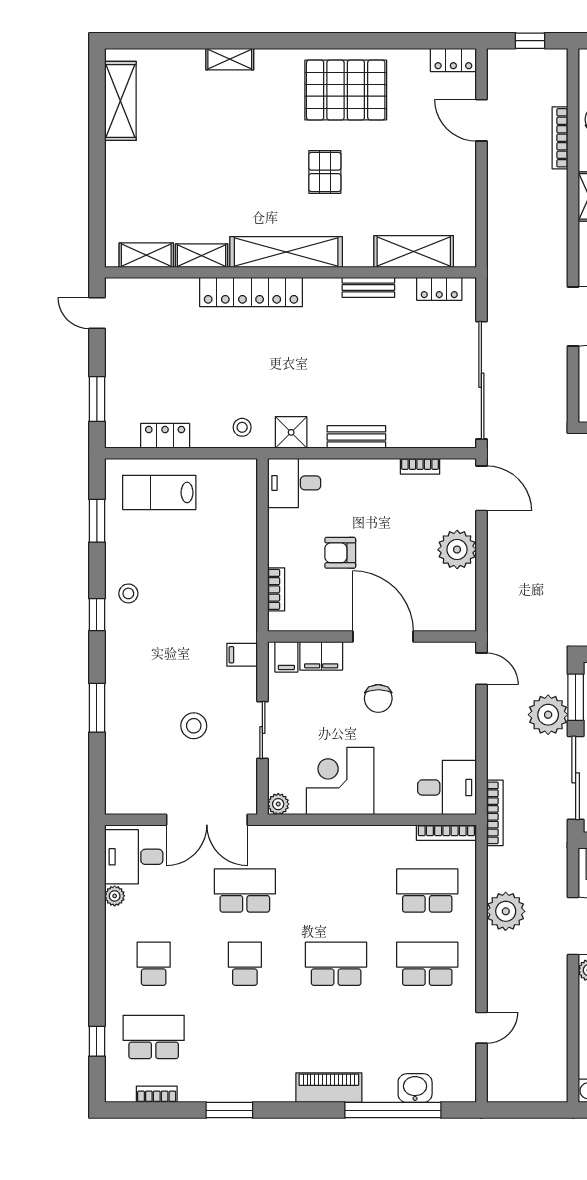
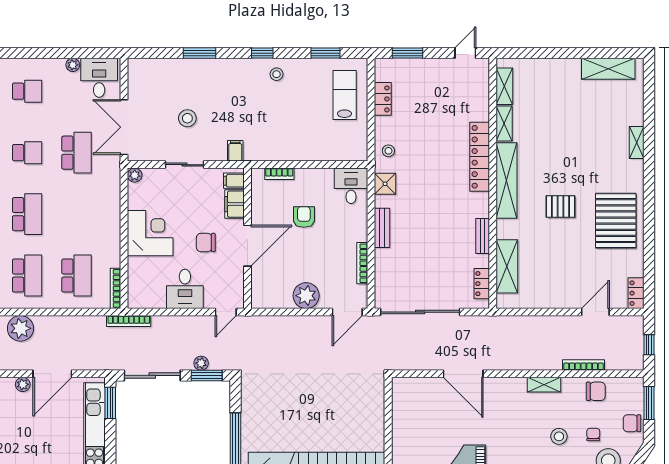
bookcase: (420, 466) -> (362, 263), width x1.56
plant: (548, 715) -> (201, 363), width x0.53, depth x0.53
corner desk: (340, 781) -> (150, 233), moved
desk: (447, 788) -> (185, 289), moved
plant: (506, 911) -> (20, 328), moved

